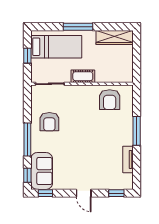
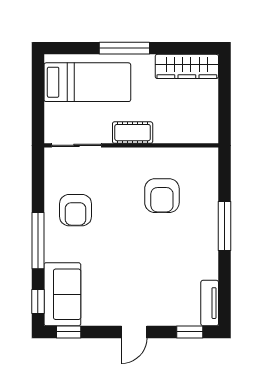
window: (27, 56) -> (38, 98), removed
armchair: (110, 100) -> (162, 196), moved
tv unit: (128, 159) -> (210, 303), moved
door: (84, 193) -> (134, 332), hinge flipped

